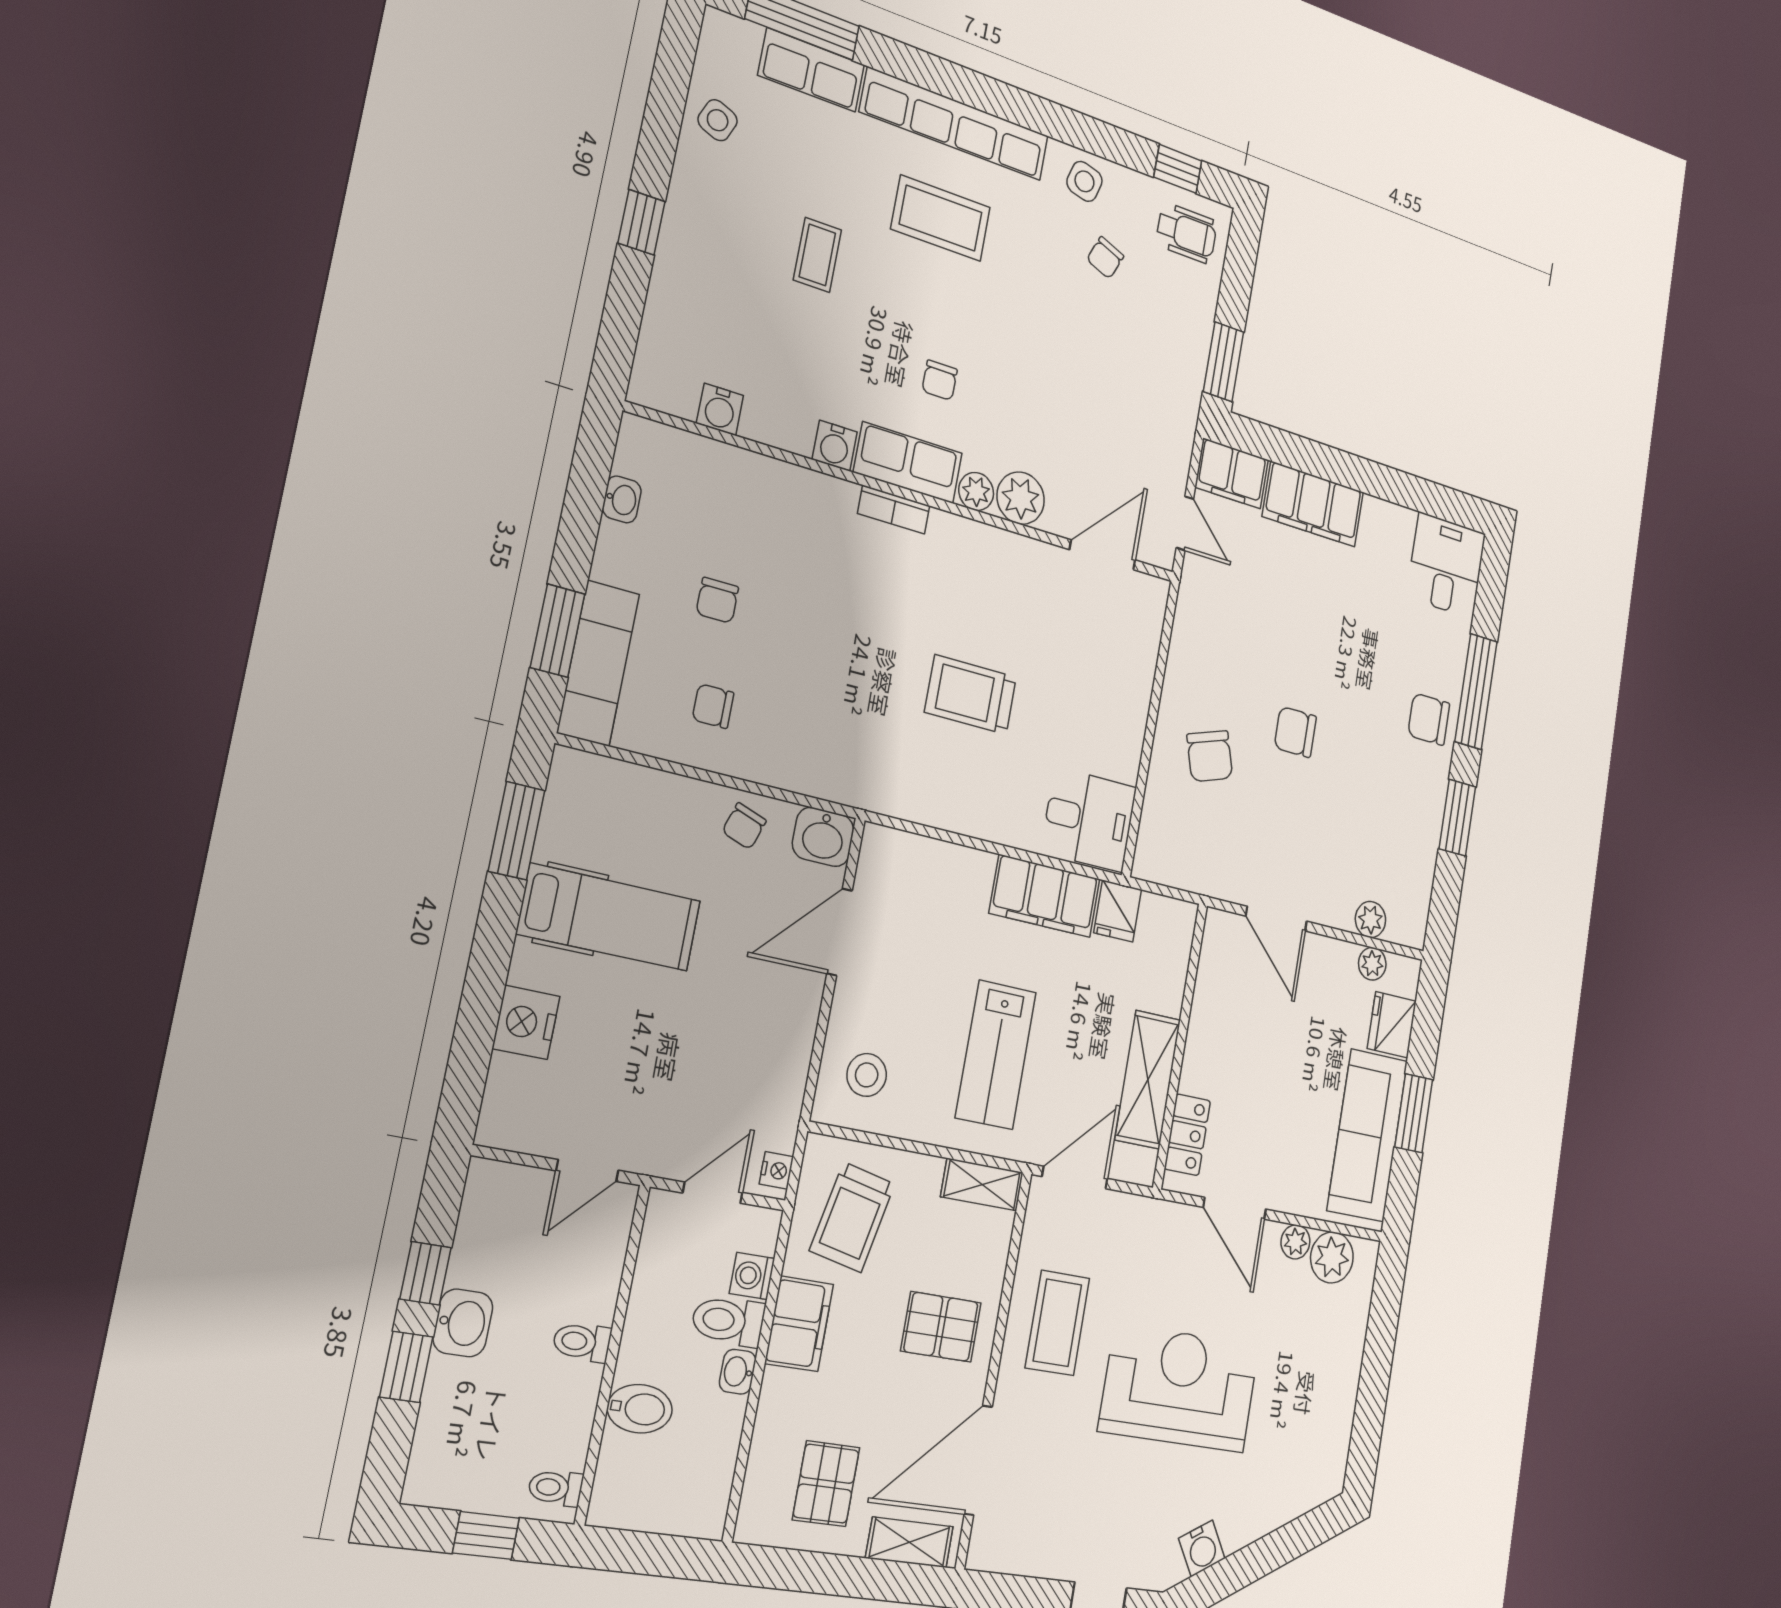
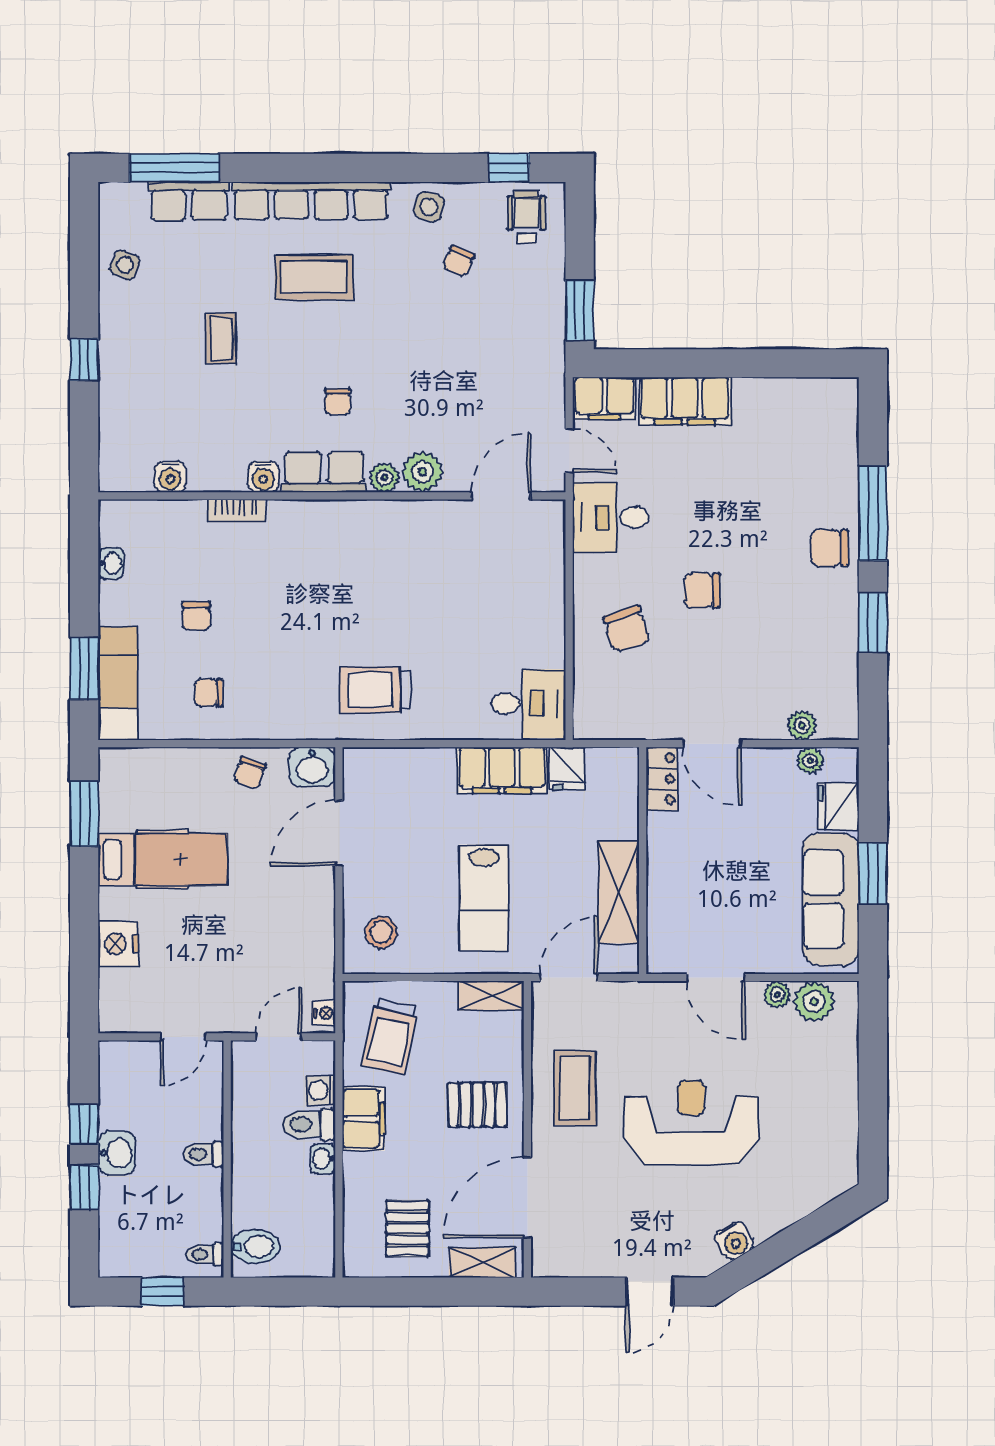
wheelchair: (1186, 233) -> (527, 217), turned -90
bookcase: (894, 510) -> (236, 511), moved
desk: (1446, 565) -> (611, 517), moved, turned -90
trolley: (971, 695) -> (375, 690), moved
locker: (1187, 1135) -> (662, 779), moved
bidet: (640, 1409) -> (255, 1246), moved

